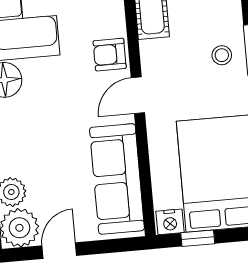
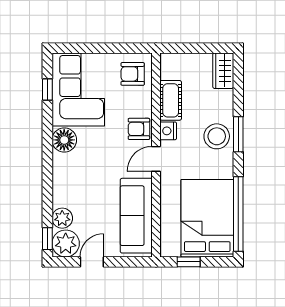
stool: (222, 55) -> (217, 136), width x1.89, depth x1.89
nightstand: (170, 222) -> (168, 131), moved, turned 90

